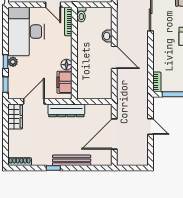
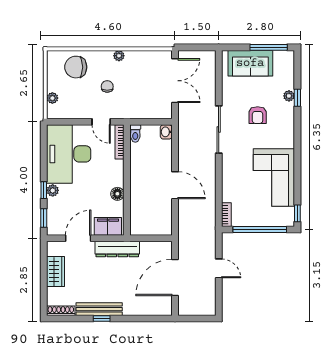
washbasin: (107, 36) -> (166, 132), moved
filing cabinet: (64, 82) -> (108, 226), moved, turned 90
wardrobe: (15, 117) -> (56, 272), moved
bench: (72, 160) -> (99, 309), moved

